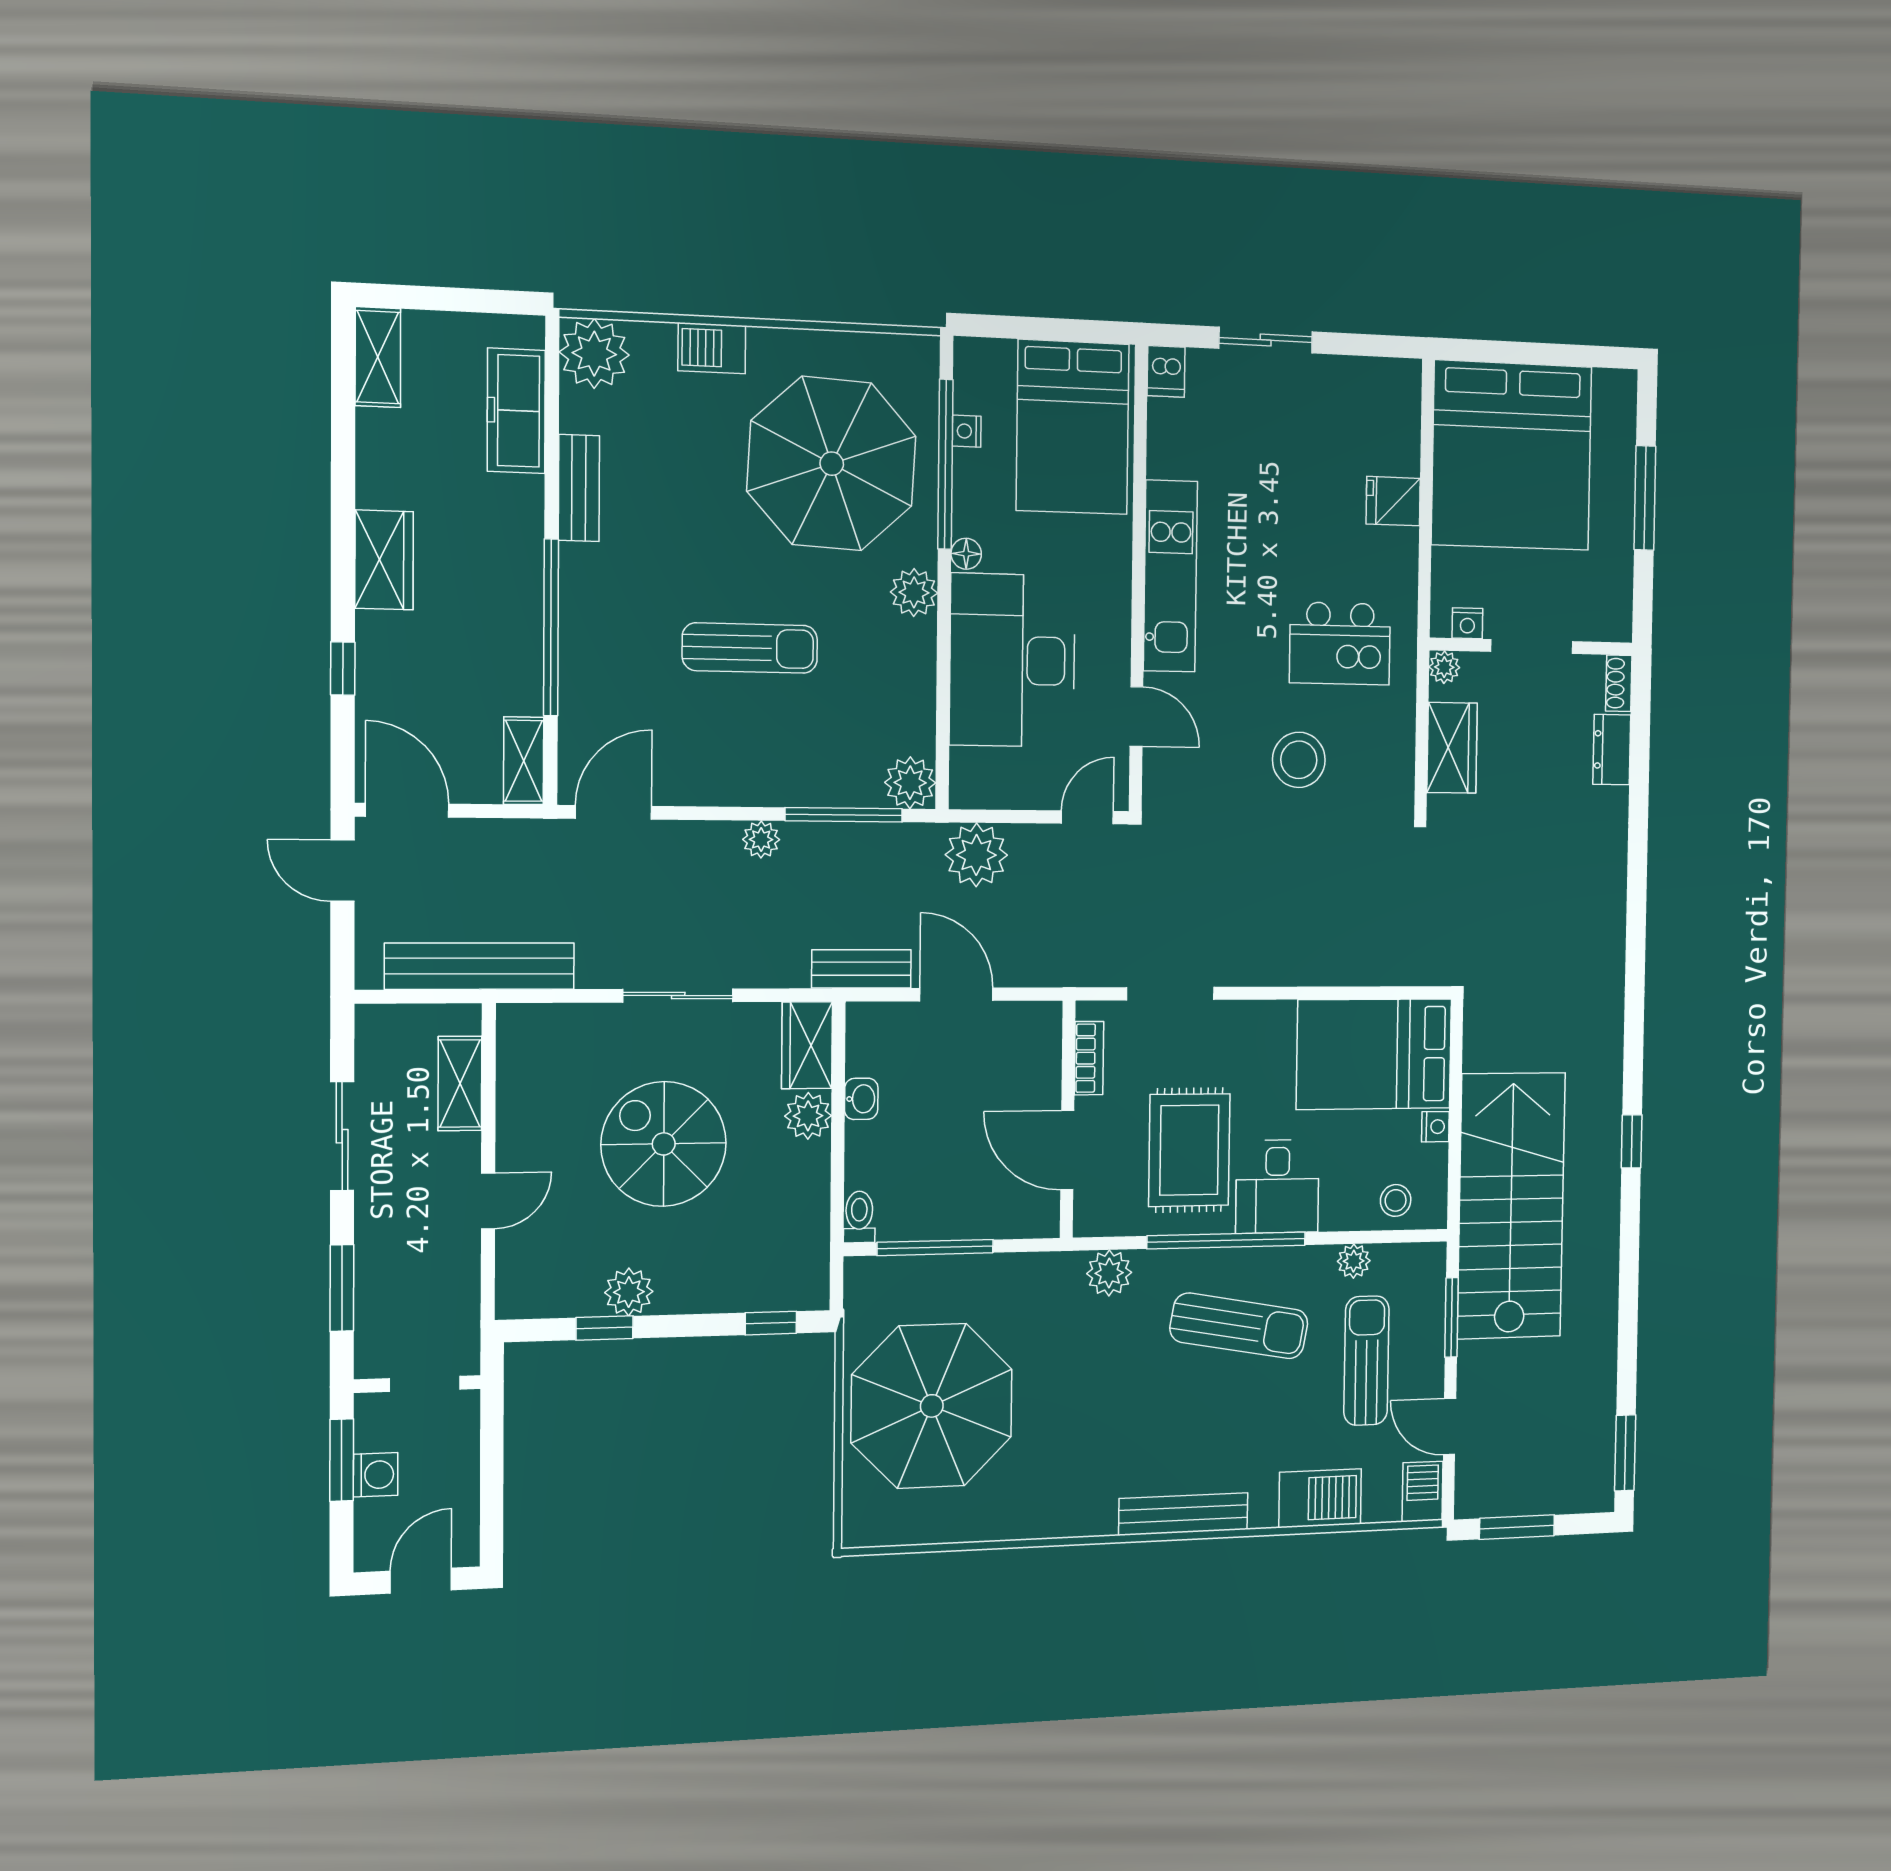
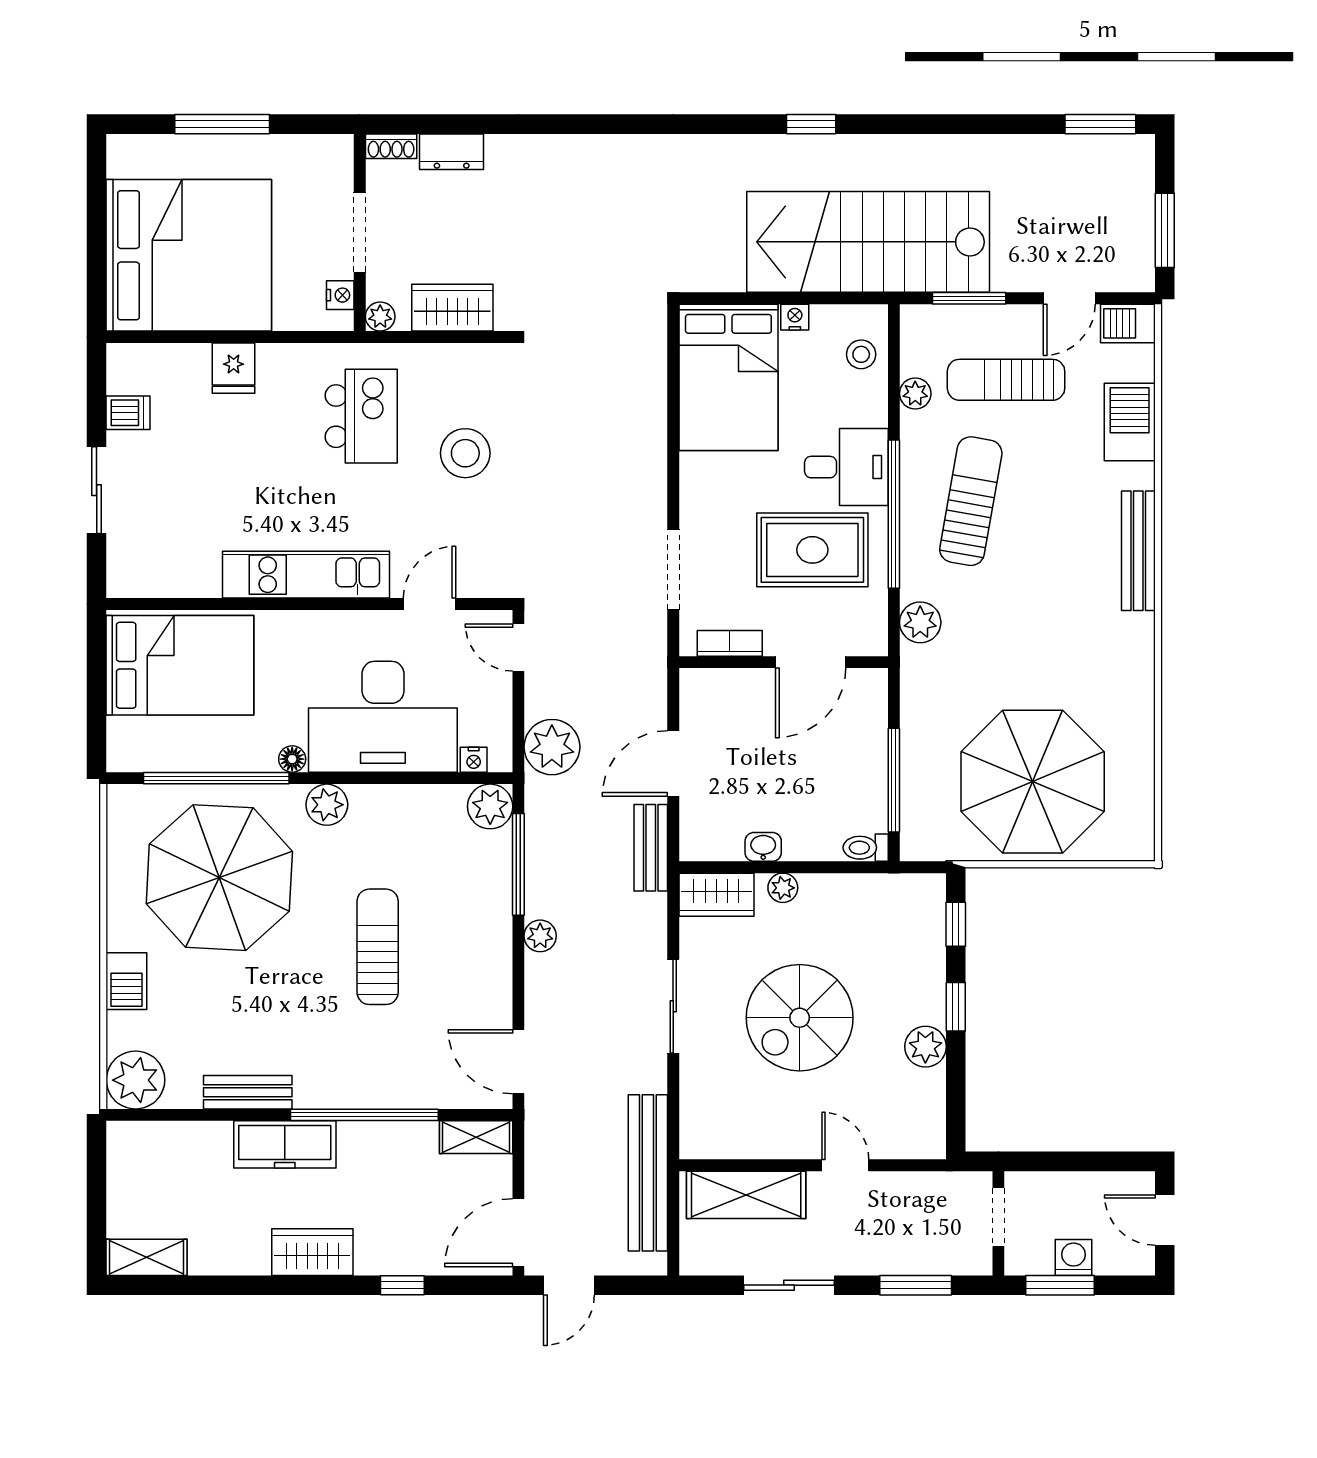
dishwasher: (1166, 371) -> (128, 413), moved
freezer: (516, 411) -> (285, 1144), moved
nightstand: (967, 431) -> (474, 760), moved
shelving: (460, 1083) -> (746, 1195), width x1.50, depth x1.33
plant: (808, 1116) -> (783, 888), width x0.73, depth x0.73
window: (604, 1328) -> (956, 1007), moved

